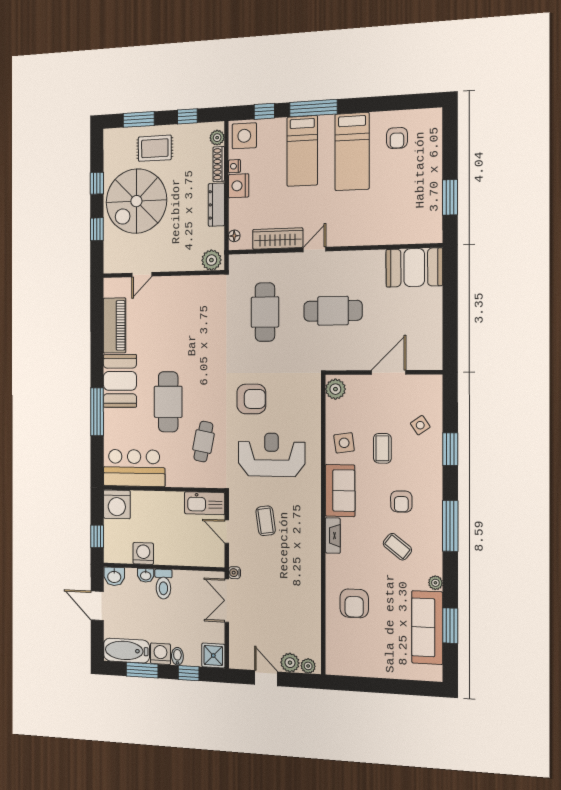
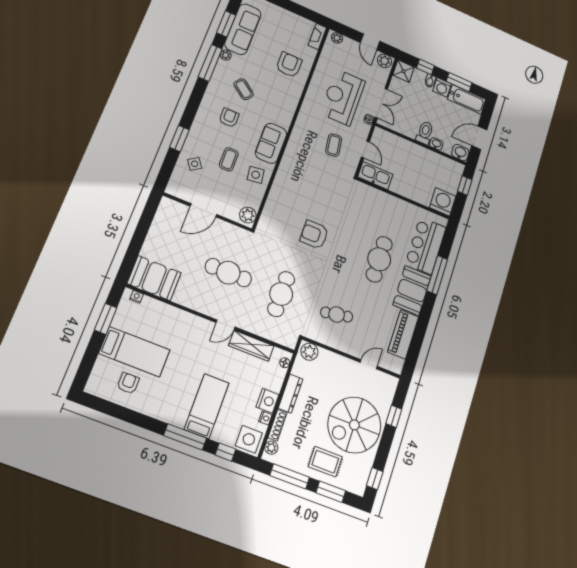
window: (187, 116) -> (290, 476), width x2.17
bed: (352, 152) -> (134, 352), moved, turned 90
window: (97, 183) -> (375, 479), moved
spiral stairs: (136, 201) -> (354, 425), turned 180
nightstand: (426, 237) -> (136, 297), added
cafe table: (203, 442) -> (337, 314), moved, turned 68
reception desk: (272, 455) -> (343, 97), moved, turned 90
bar counter: (134, 468) -> (426, 246), moved, turned 90
window: (450, 526) -> (210, 63), moved
fireplace: (333, 536) -> (317, 36), moved
washing machine: (143, 553) -> (433, 160), removed
door: (97, 606) -> (479, 138), swing flipped
plant: (290, 663) -> (385, 61), moved

